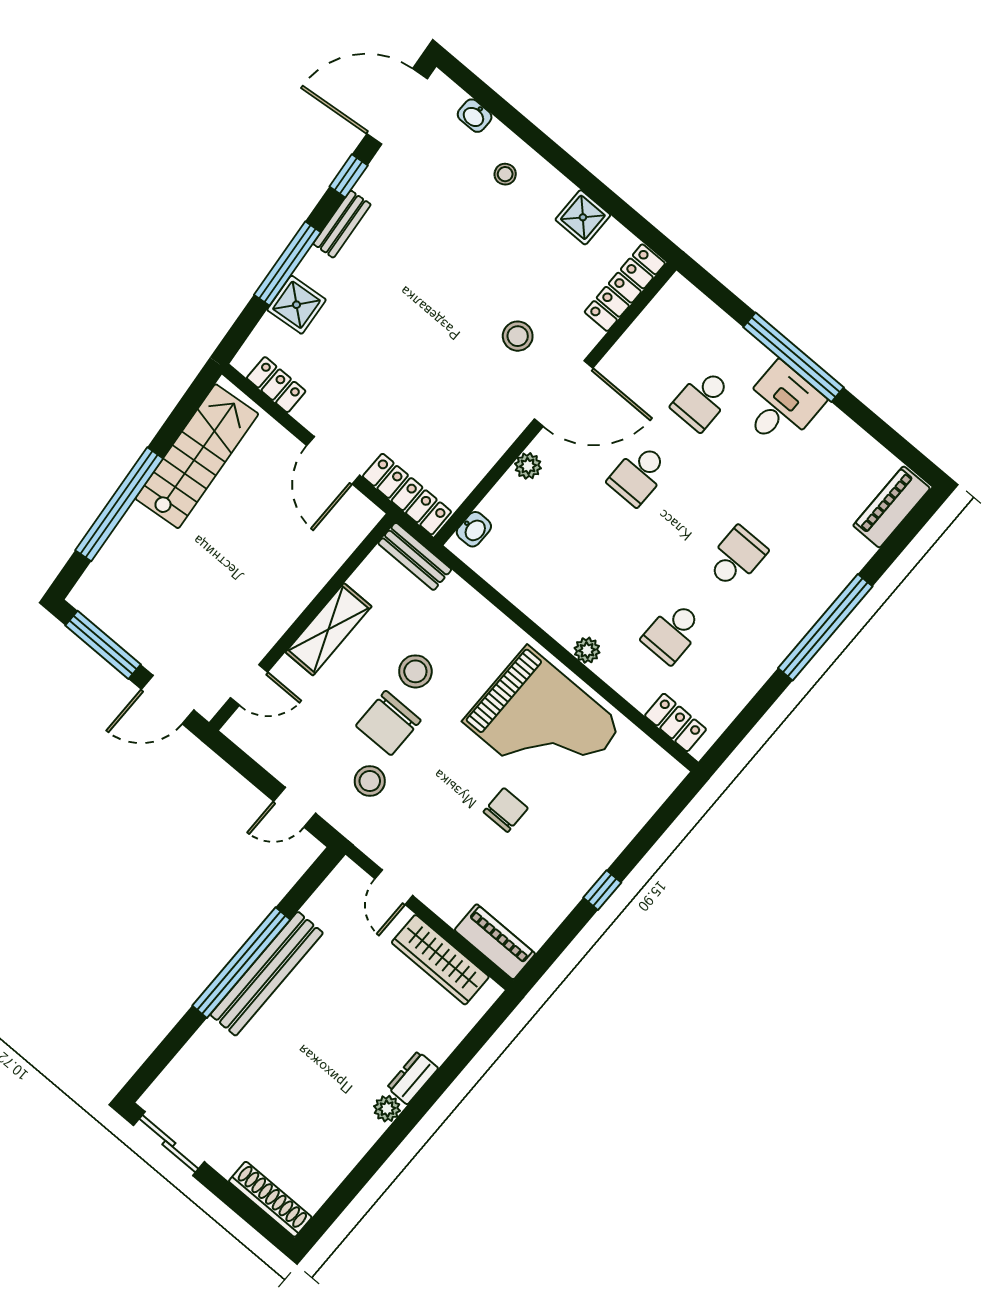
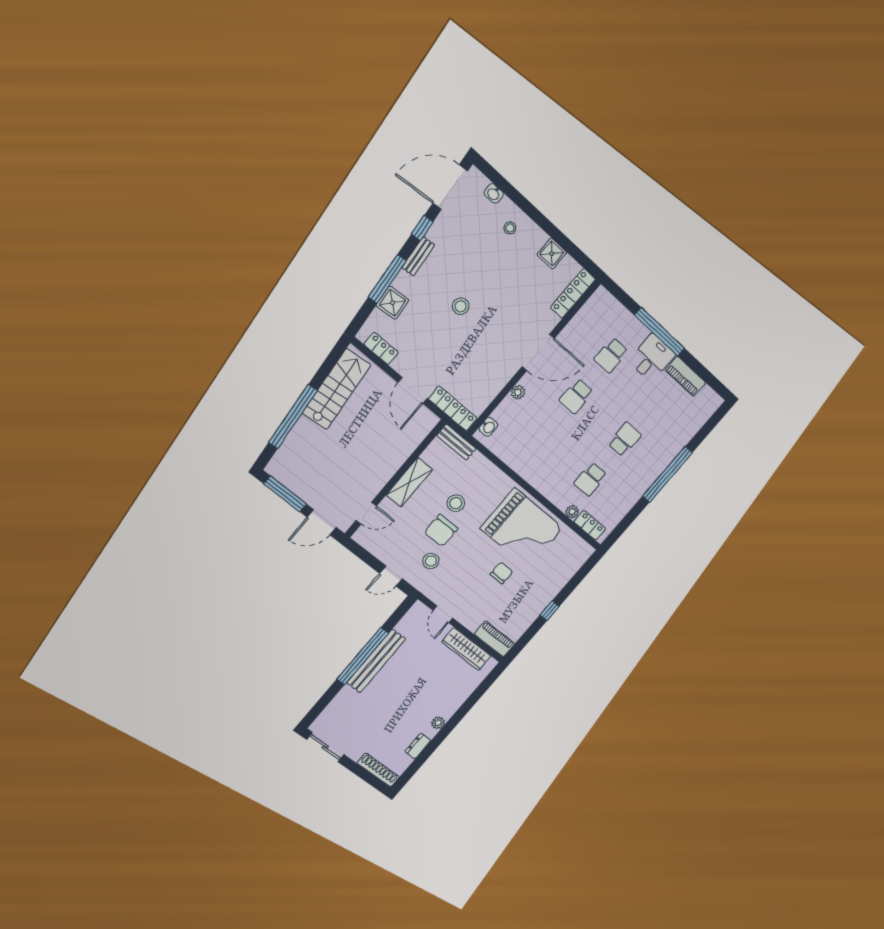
stool: (518, 336) -> (461, 306), moved
piano: (892, 507) -> (685, 376), moved, turned -90
plant: (587, 650) -> (572, 512), moved
dresser: (413, 1078) -> (418, 746), moved

